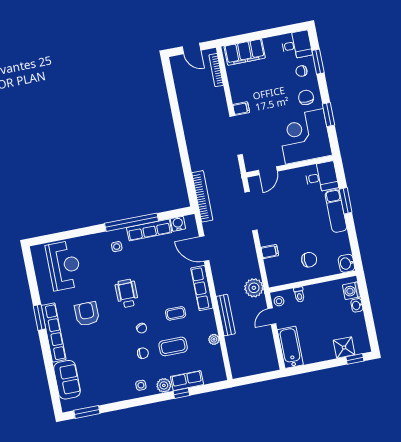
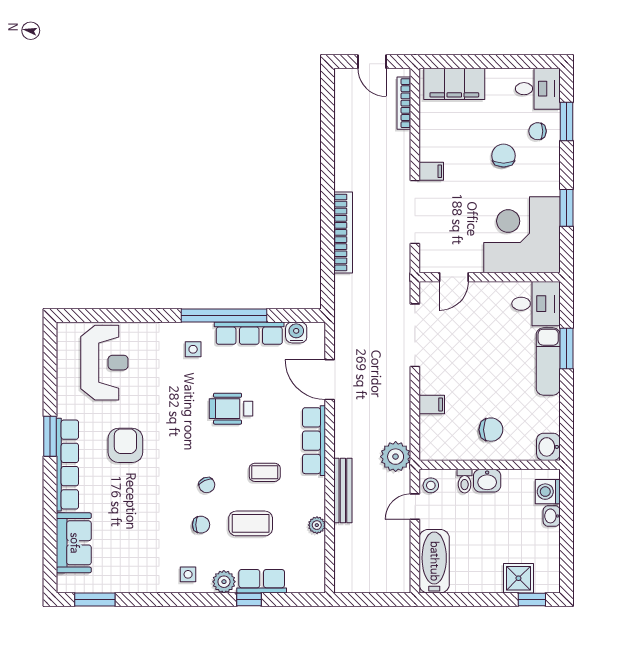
chair: (306, 97) -> (504, 156), moved
bookcase: (202, 196) -> (343, 232), moved
washbasin: (313, 291) -> (487, 481), added
wheelchair: (127, 293) -> (231, 409), moved, turned -90

